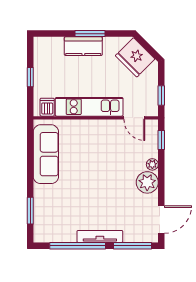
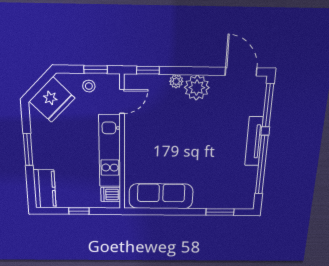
kitchen counter: (83, 46) -> (45, 189), moved
stool: (147, 89) -> (89, 86), added

